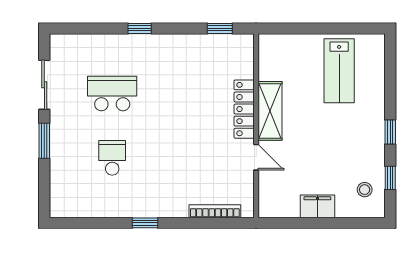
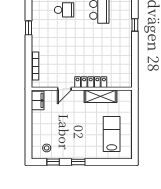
window: (220, 28) -> (135, 69), removed
lab bench: (339, 71) -> (112, 134), turned 90
shelving: (270, 111) -> (101, 96), moved
filing cabinet: (317, 206) -> (38, 100), moved

